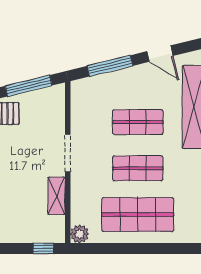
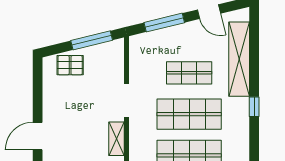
shop shelf: (138, 168) -> (189, 114), width x1.43, depth x1.36

